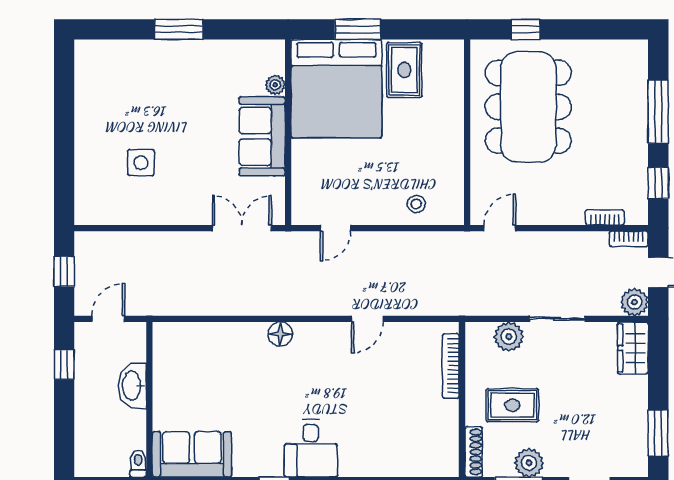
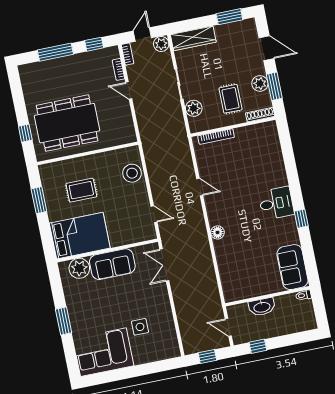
window: (358, 29) -> (39, 200), moved
rug: (404, 70) -> (81, 190), moved
plant: (275, 85) -> (79, 268), width x1.87, depth x1.87
corner sofa: (109, 89) -> (103, 352), added
bed: (336, 89) -> (80, 236), width x0.73
stool: (416, 204) -> (132, 173), width x1.89, depth x1.89
door: (500, 228) -> (129, 91), moved
wardrobe: (633, 348) -> (193, 38), width x1.50

